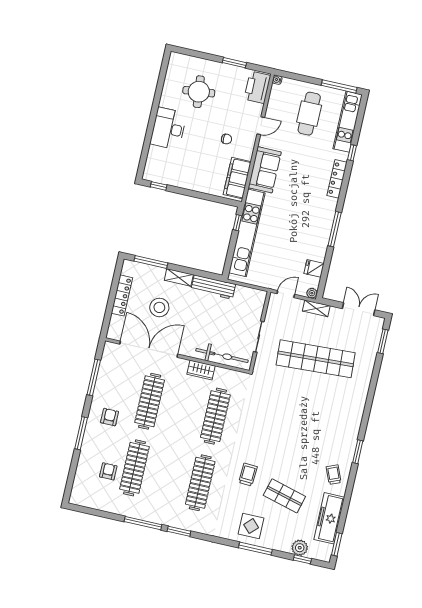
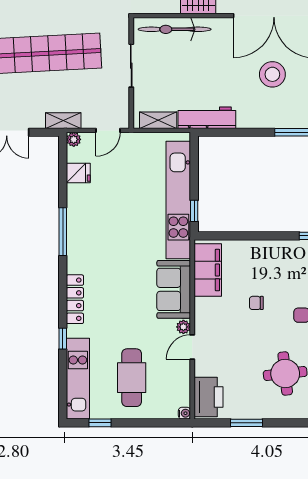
window: (339, 86) -> (100, 423), width x0.46
chair: (226, 139) -> (256, 303), moved
plant: (264, 141) -> (183, 327), added
shelving: (179, 277) -> (158, 120), moved

